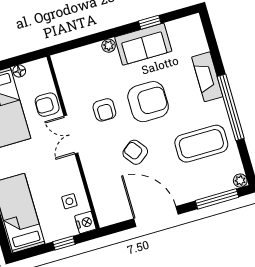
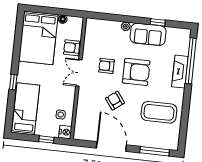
window: (231, 107) -> (191, 61), moved
armchair: (104, 110) -> (106, 66), turned 90
plant: (240, 181) -> (174, 146), removed

